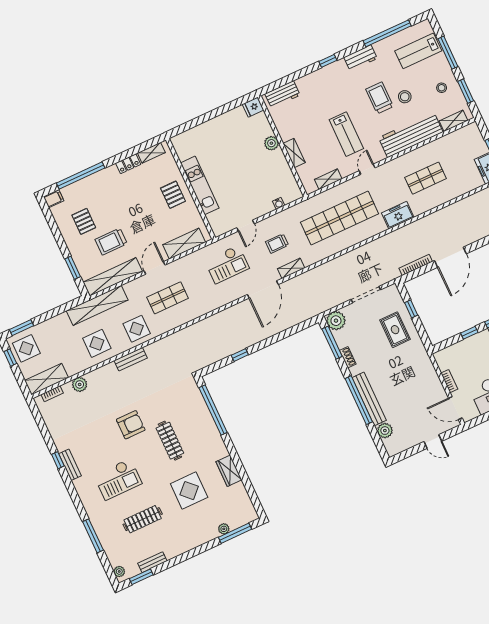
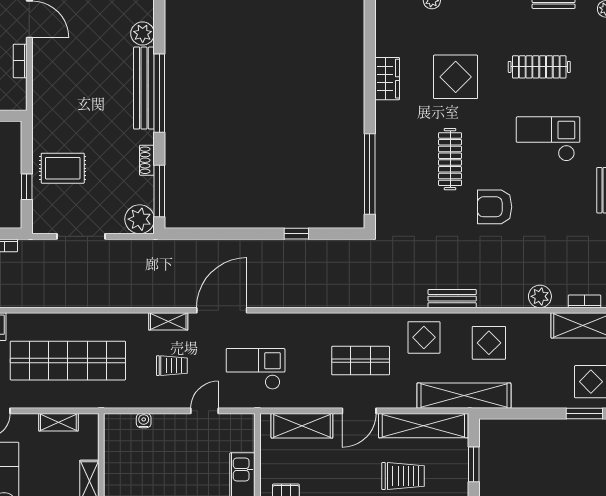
rug: (395, 330) -> (63, 168), turned 90

